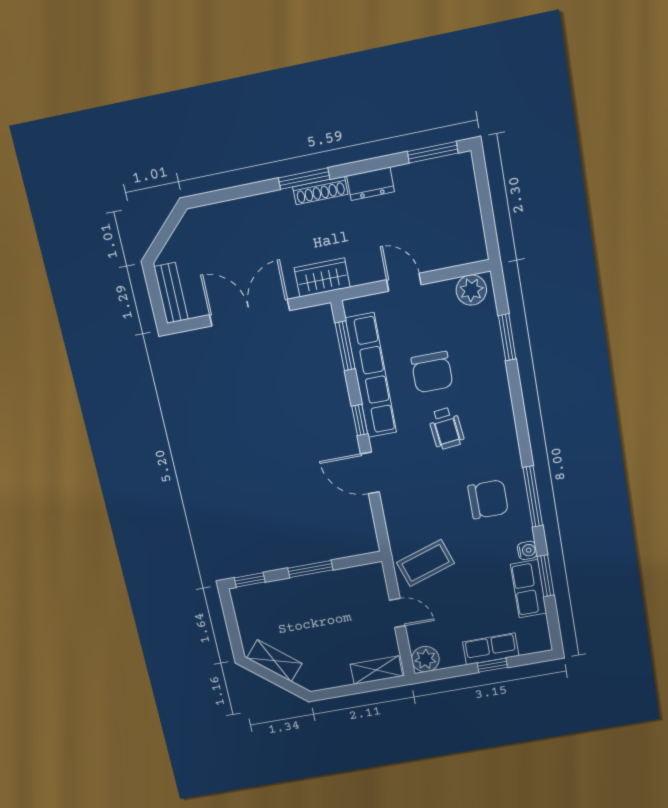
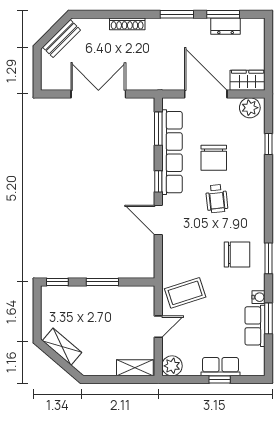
window: (433, 152) -> (223, 14), moved
window: (304, 179) -> (177, 14), moved
dresser: (371, 184) -> (226, 26), moved
shoe rack: (320, 191) -> (127, 24), moved
wardrobe: (322, 278) -> (248, 80), moved
door: (404, 282) -> (206, 94), width x1.87
bench: (171, 293) -> (62, 39), moved, turned 45
window: (507, 337) -> (269, 144), width x0.67
window: (533, 497) -> (269, 258), width x0.69
door: (397, 613) -> (158, 327), hinge flipped

